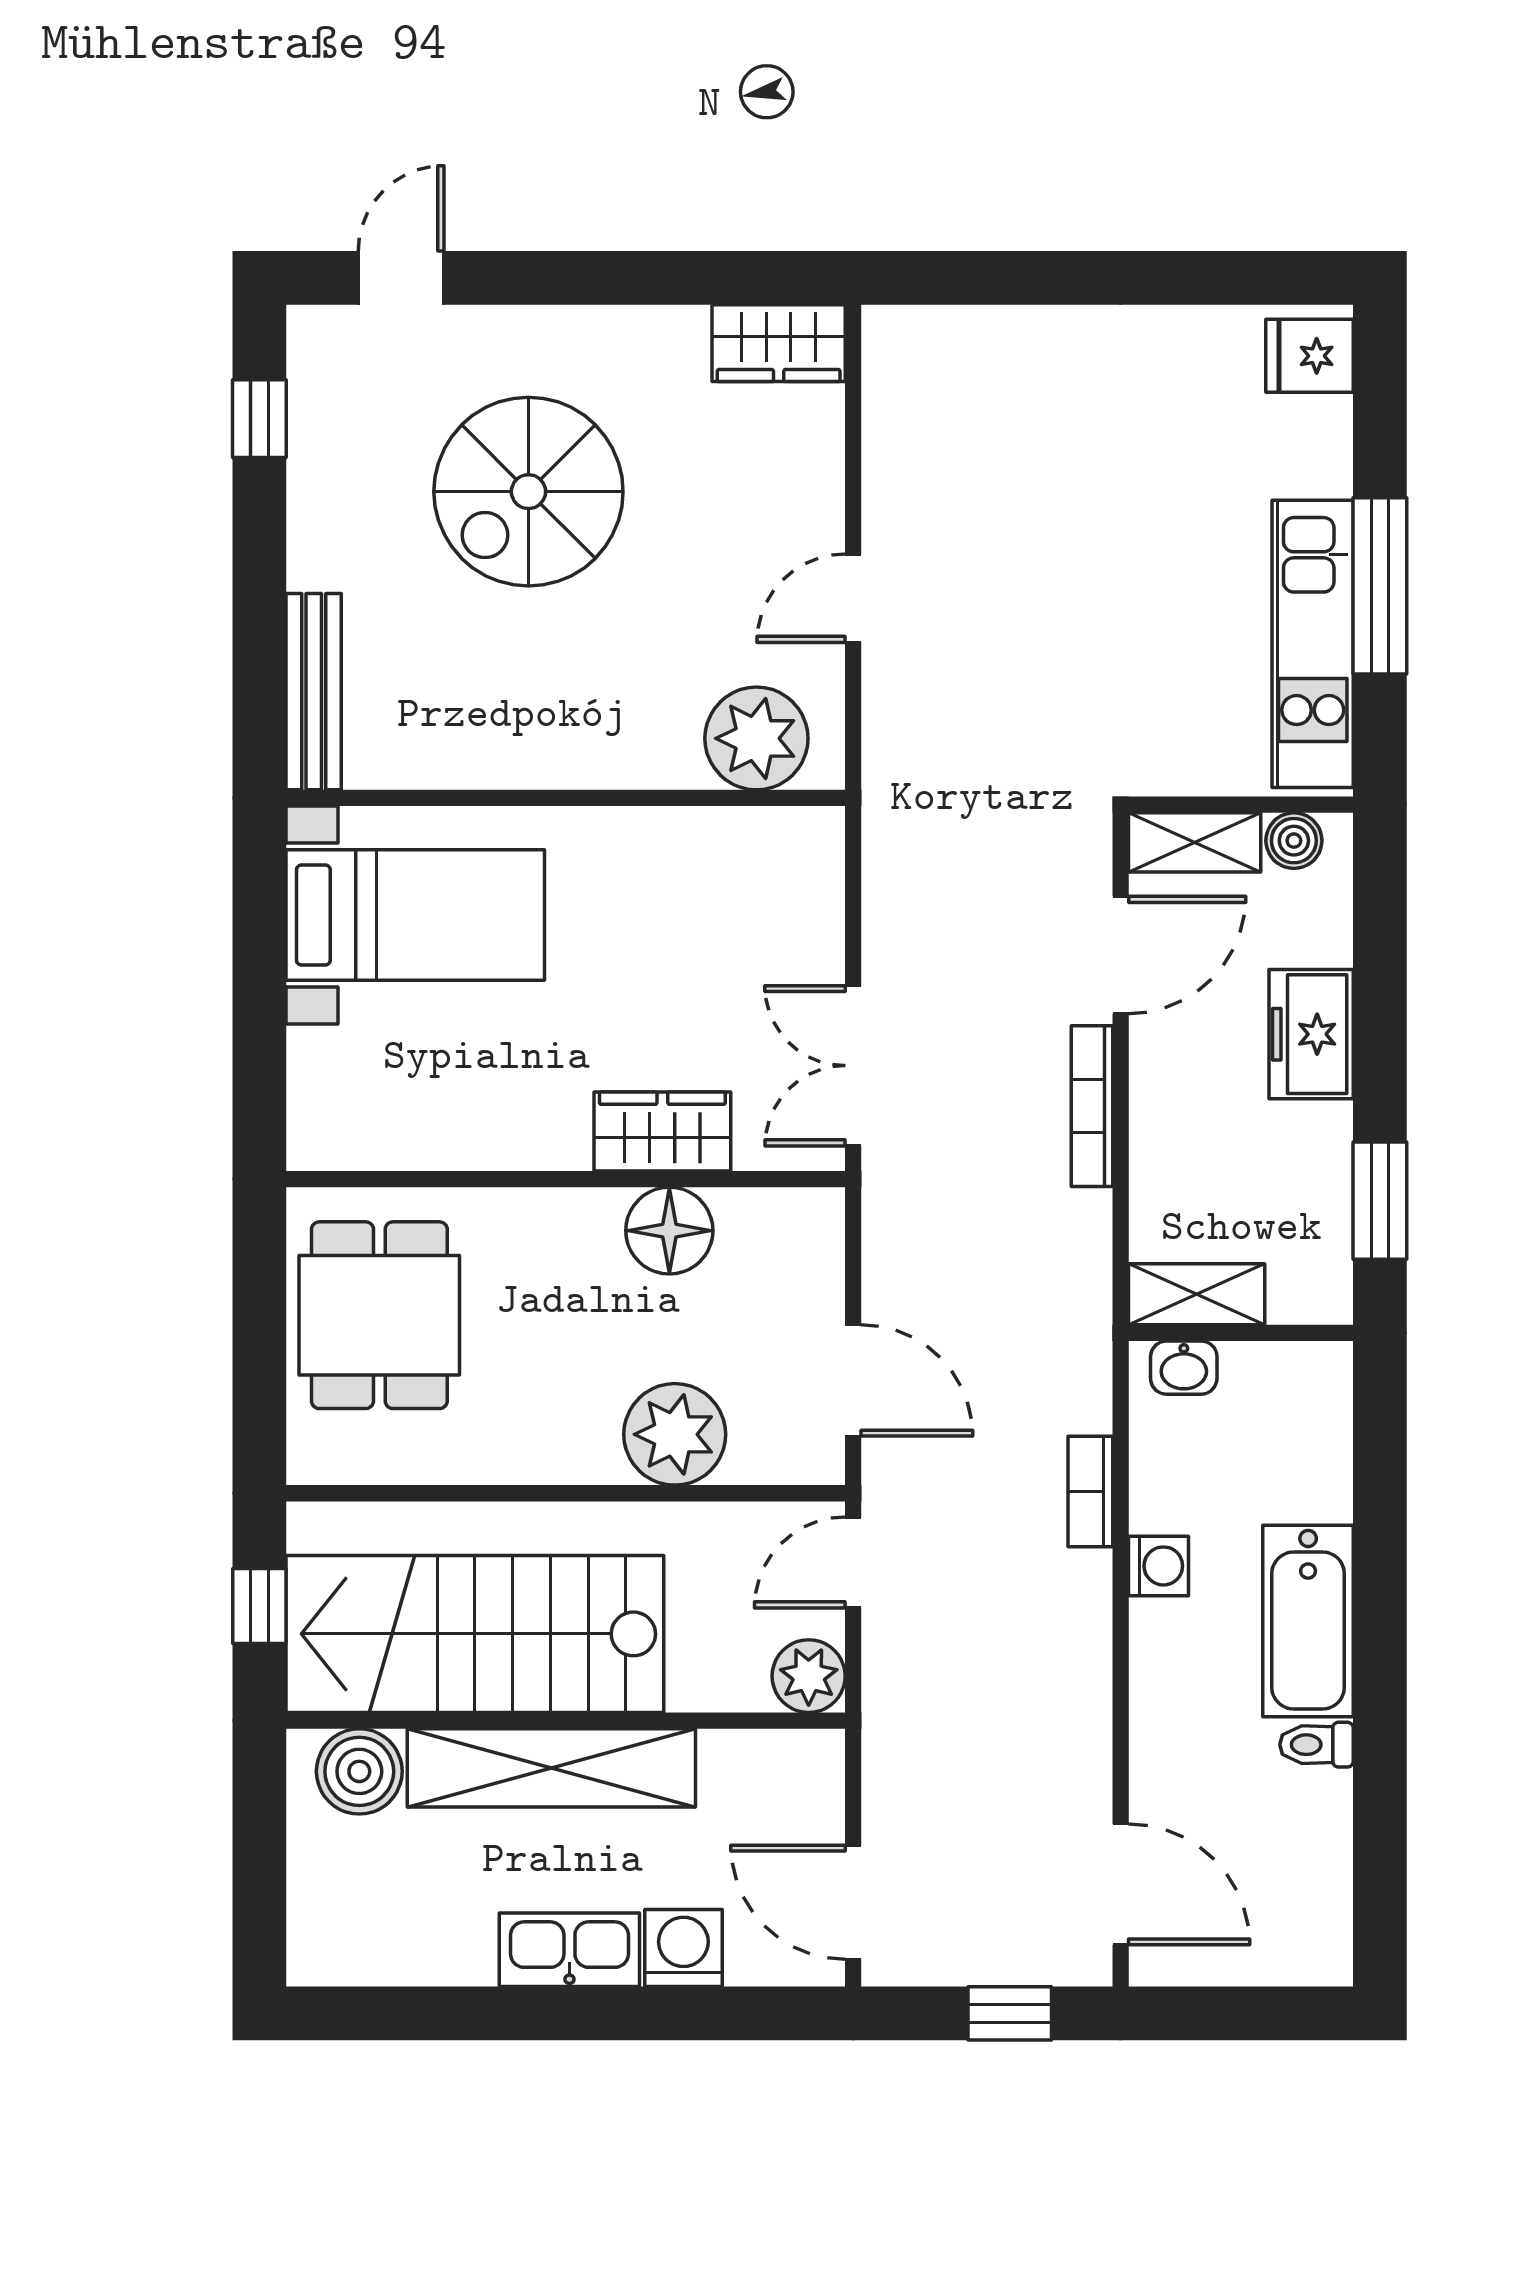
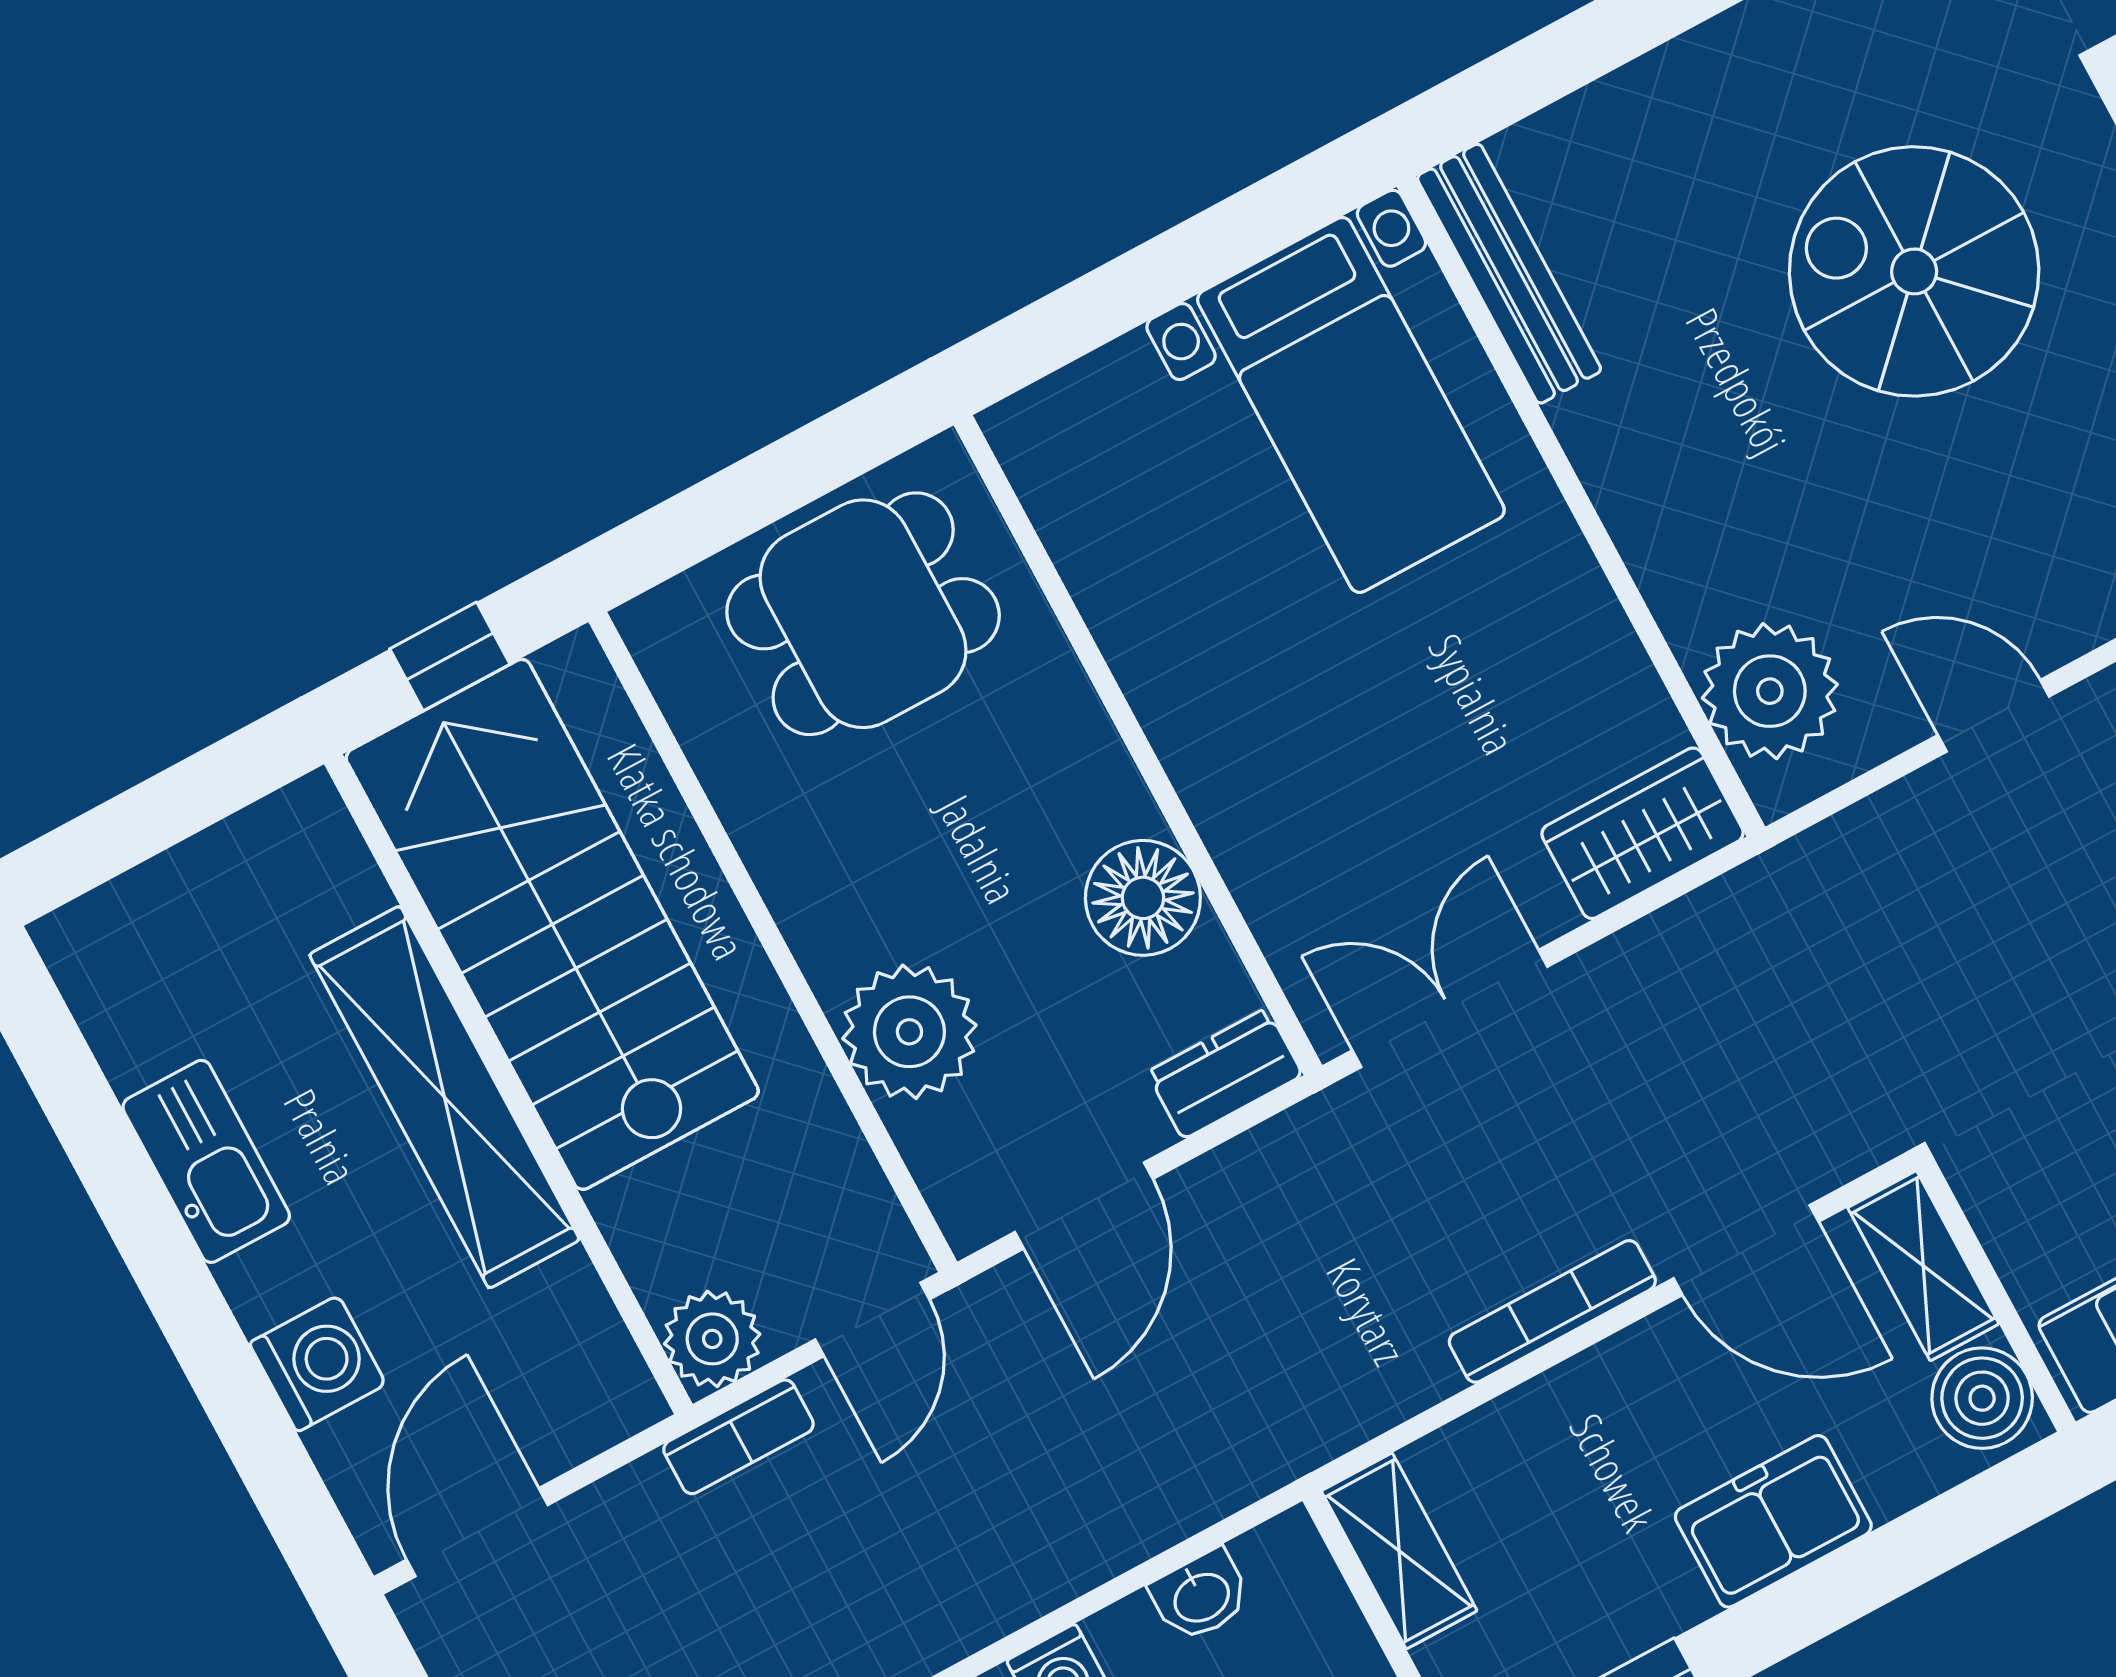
bench: (314, 692) -> (1509, 274), moved, turned 90
boiler: (1294, 841) -> (1982, 1398), width x1.36, depth x1.36
wardrobe: (662, 1131) -> (1643, 833), moved, turned -90
dresser: (816, 1239) -> (1225, 1074), added
washbasin: (1184, 1368) -> (1201, 1596), moved, turned -90
bookcase: (1090, 1492) -> (738, 1437), moved, turned 180
door: (853, 1562) -> (872, 1319), swing flipped
boiler: (359, 1771) -> (320, 876), removed
kitchen sink: (569, 1950) -> (206, 1161), moved

